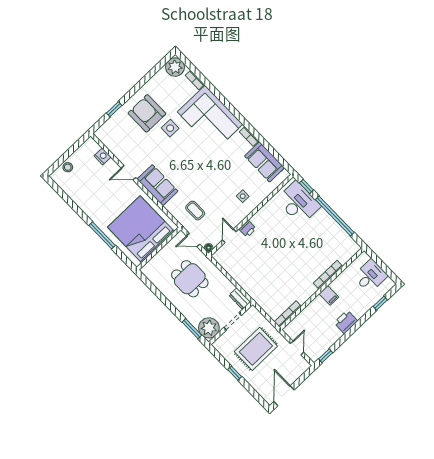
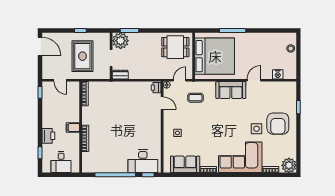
armchair: (147, 113) -> (278, 124), turned 90
printer: (248, 229) -> (156, 88), moved
dining table: (190, 279) -> (175, 47), moved
printer: (346, 322) -> (48, 136), moved

